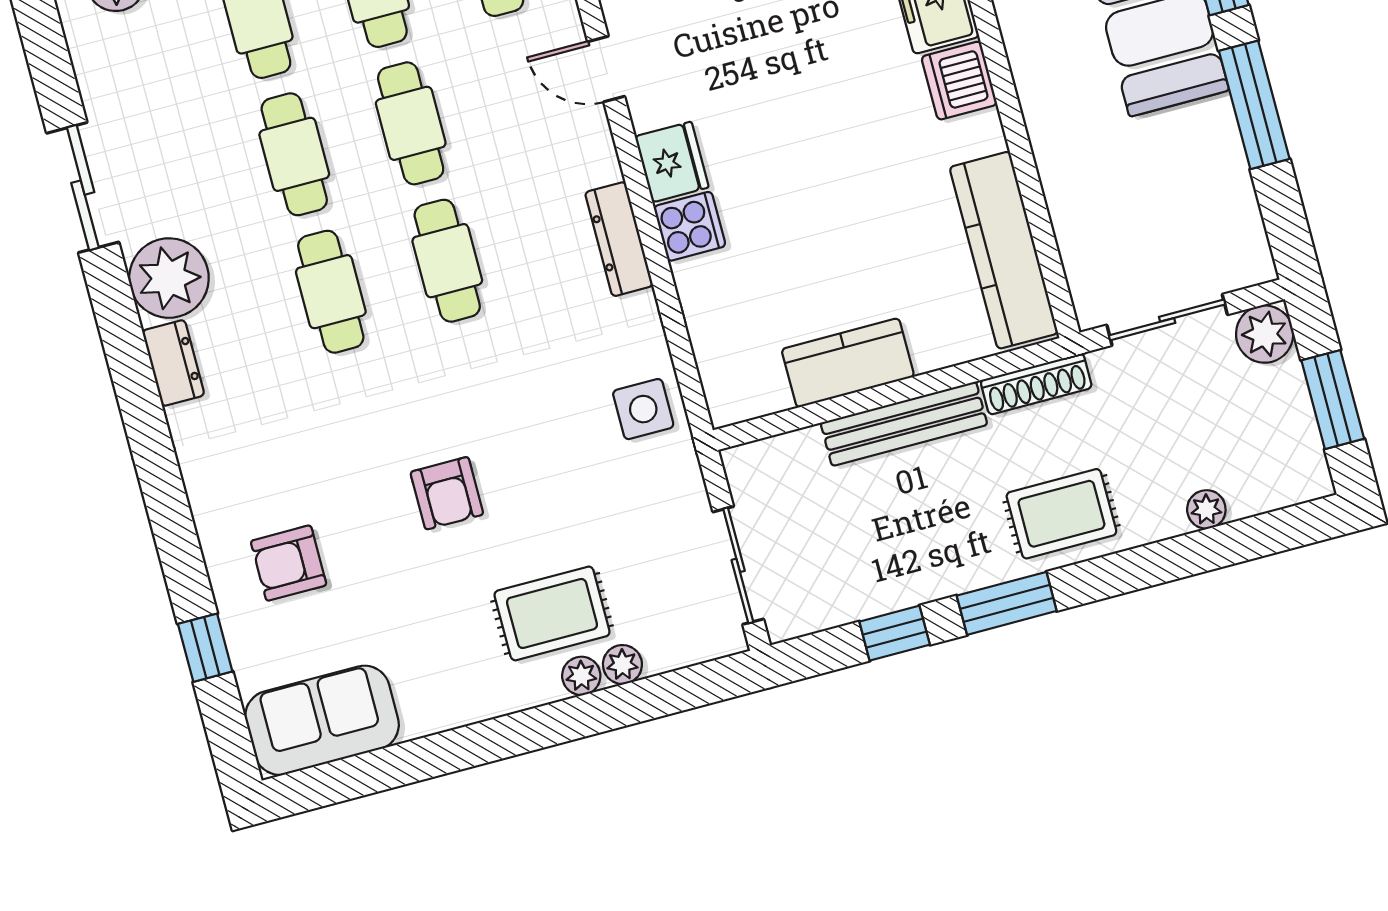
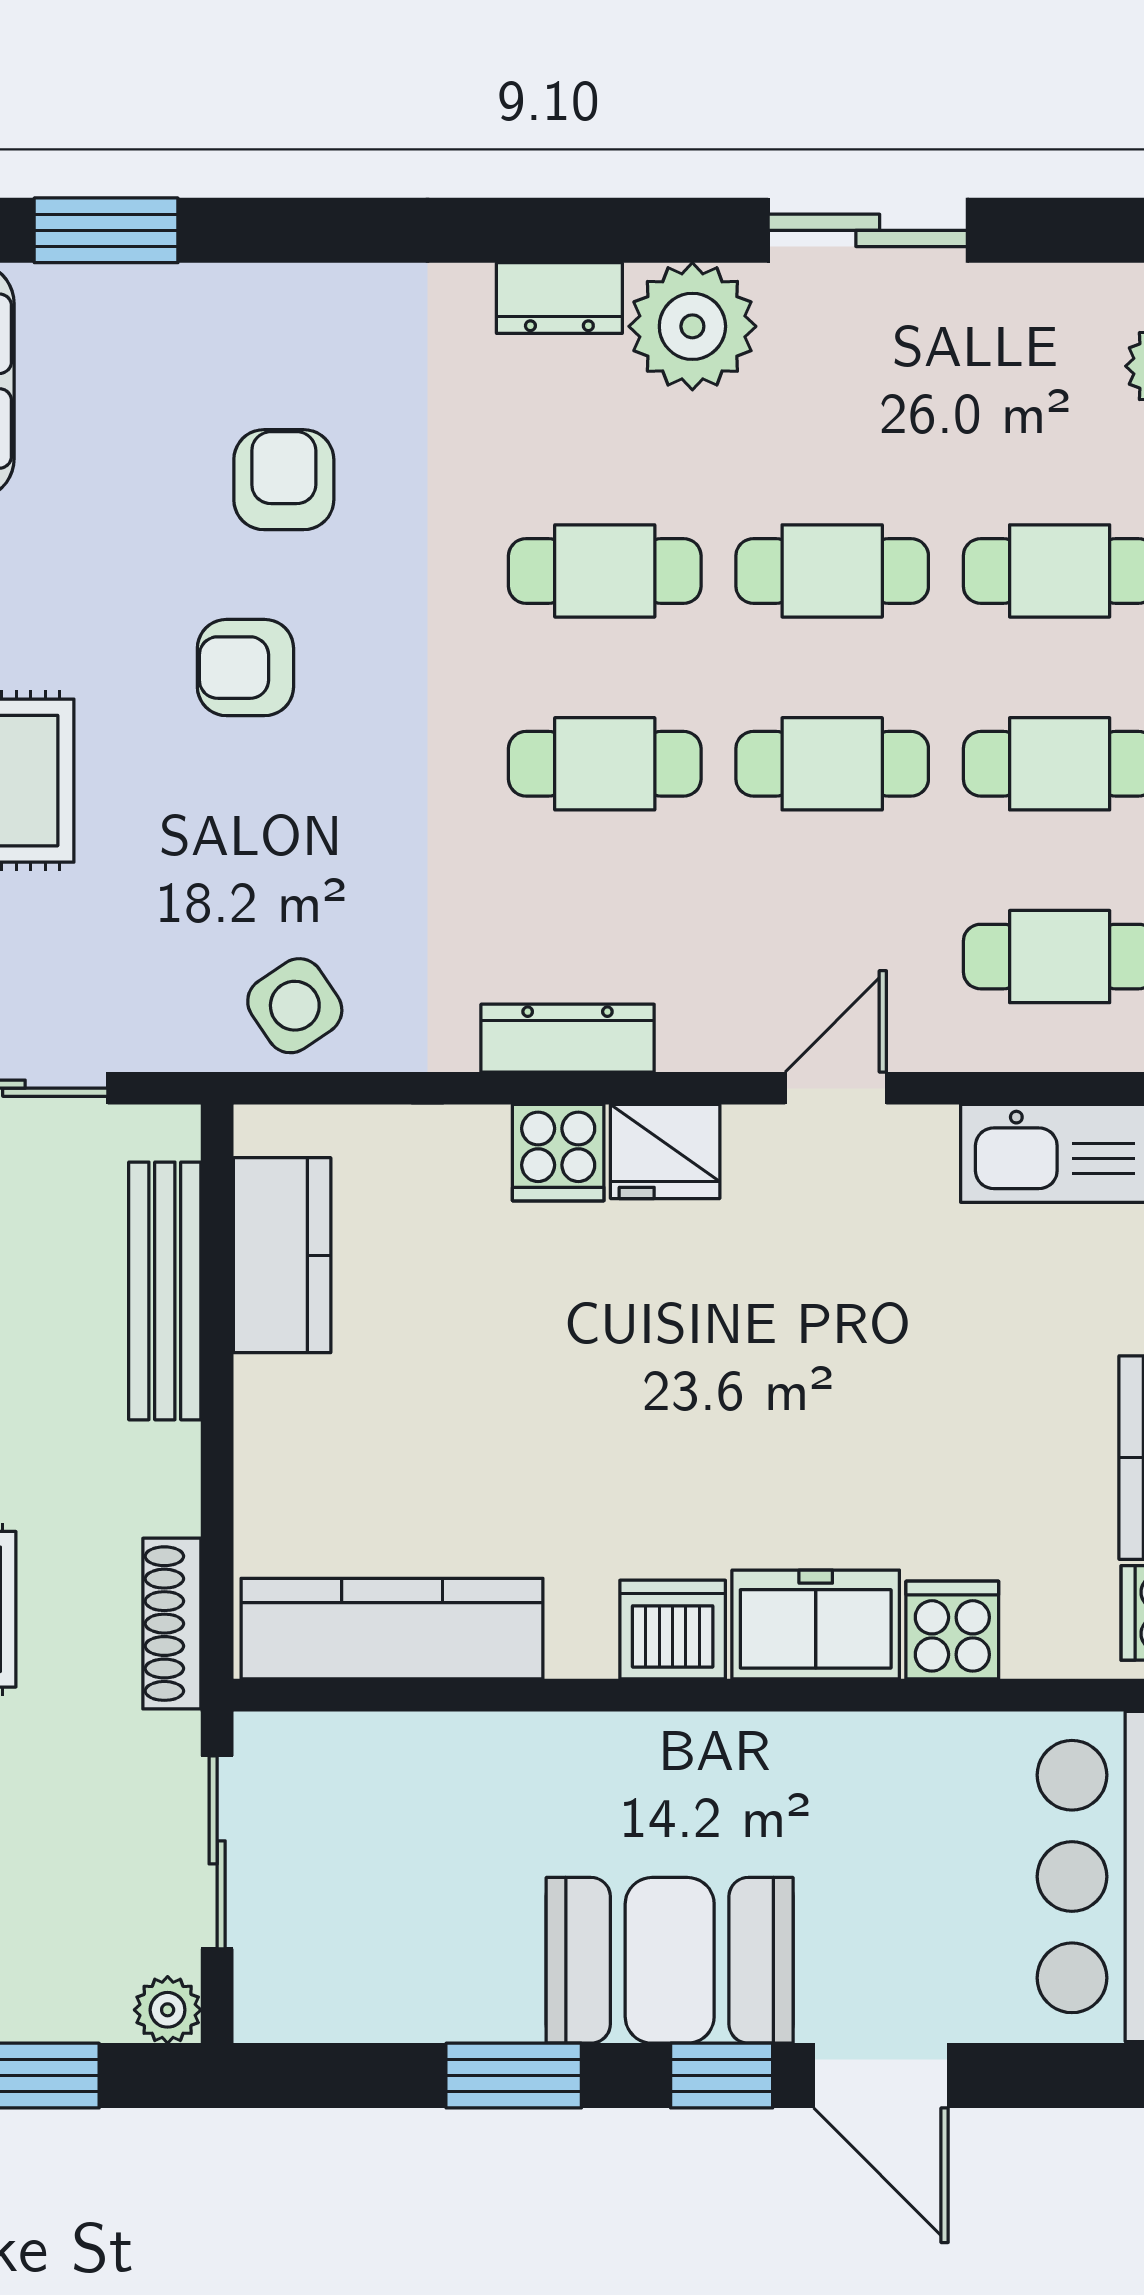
window: (1254, 105) -> (514, 2076), width x0.69
plant: (1265, 334) -> (168, 2010), width x0.73, depth x0.73
kitchen counter: (848, 363) -> (282, 1255), moved
side table: (643, 409) -> (295, 1006), turned -34
bench: (904, 424) -> (165, 1291), moved
armchair: (289, 563) -> (284, 480), moved
window: (205, 648) -> (106, 230), width x1.50

